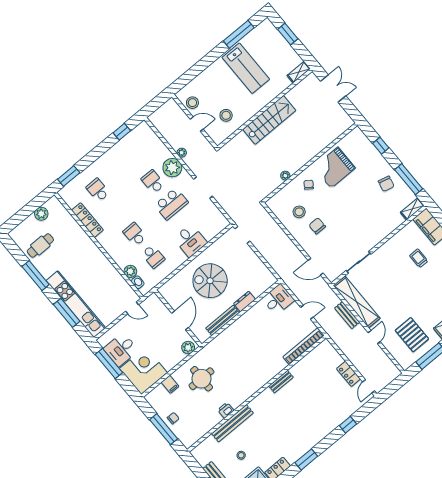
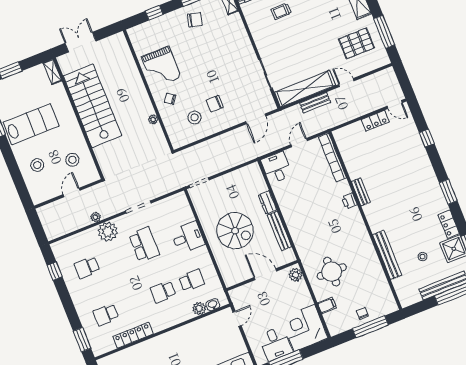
stool: (192, 103) -> (37, 165), moved
stairs: (269, 120) -> (92, 106), width x1.36, depth x1.51
school desk: (153, 182) -> (87, 267), moved
spiral stairs: (210, 281) -> (235, 231), turned -90
printer: (226, 410) -> (349, 201), moved

